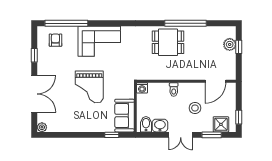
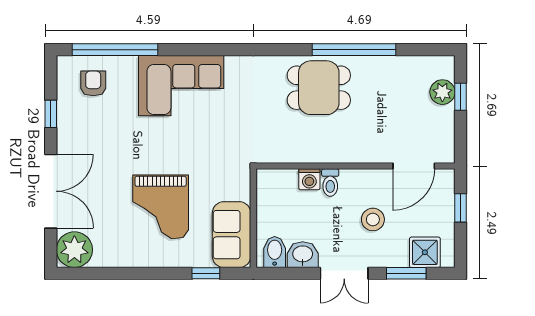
grand piano: (89, 87) -> (161, 207), moved
washing machine: (142, 88) -> (309, 179), moved
window: (239, 117) -> (461, 208), moved
plant: (42, 127) -> (74, 250), width x1.87, depth x1.87

